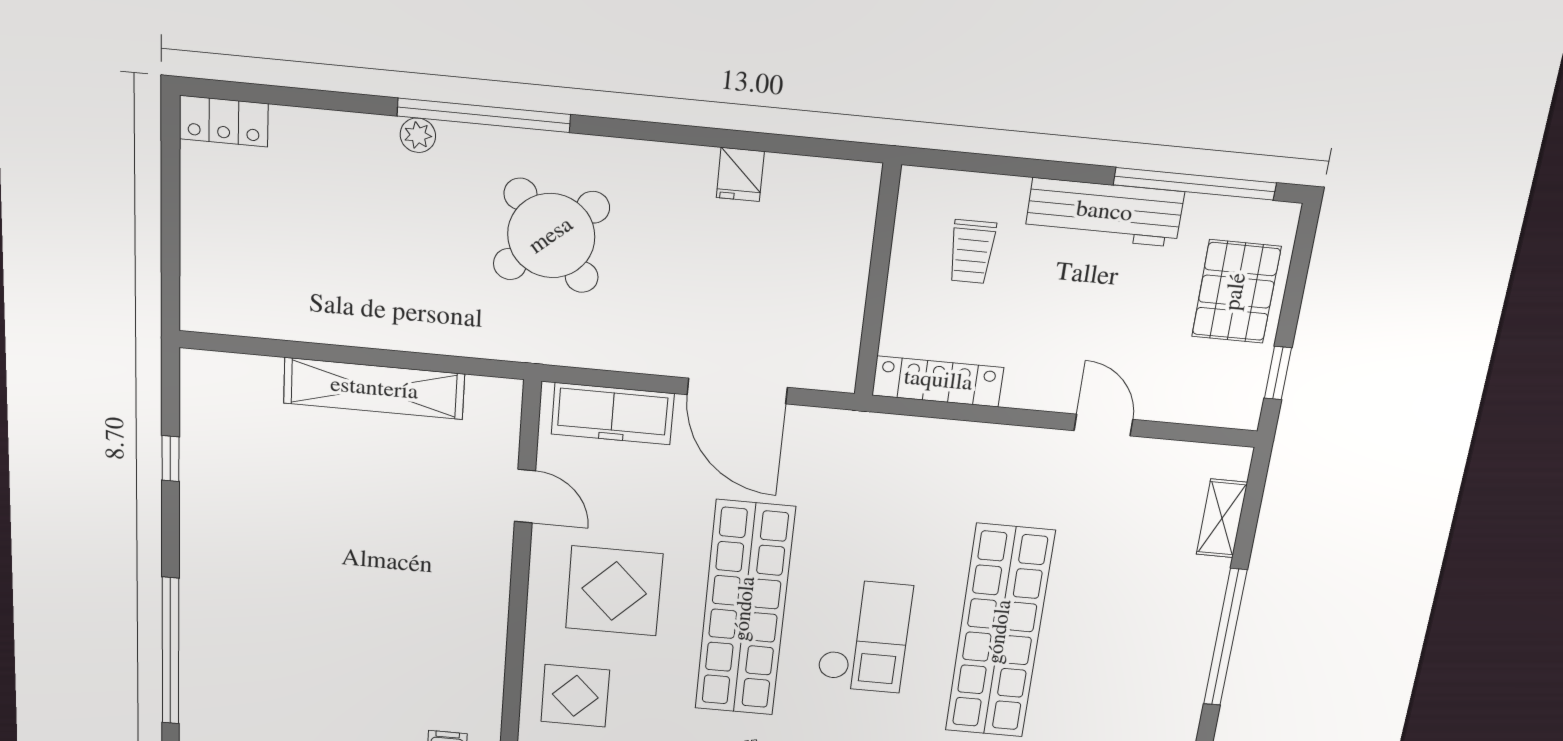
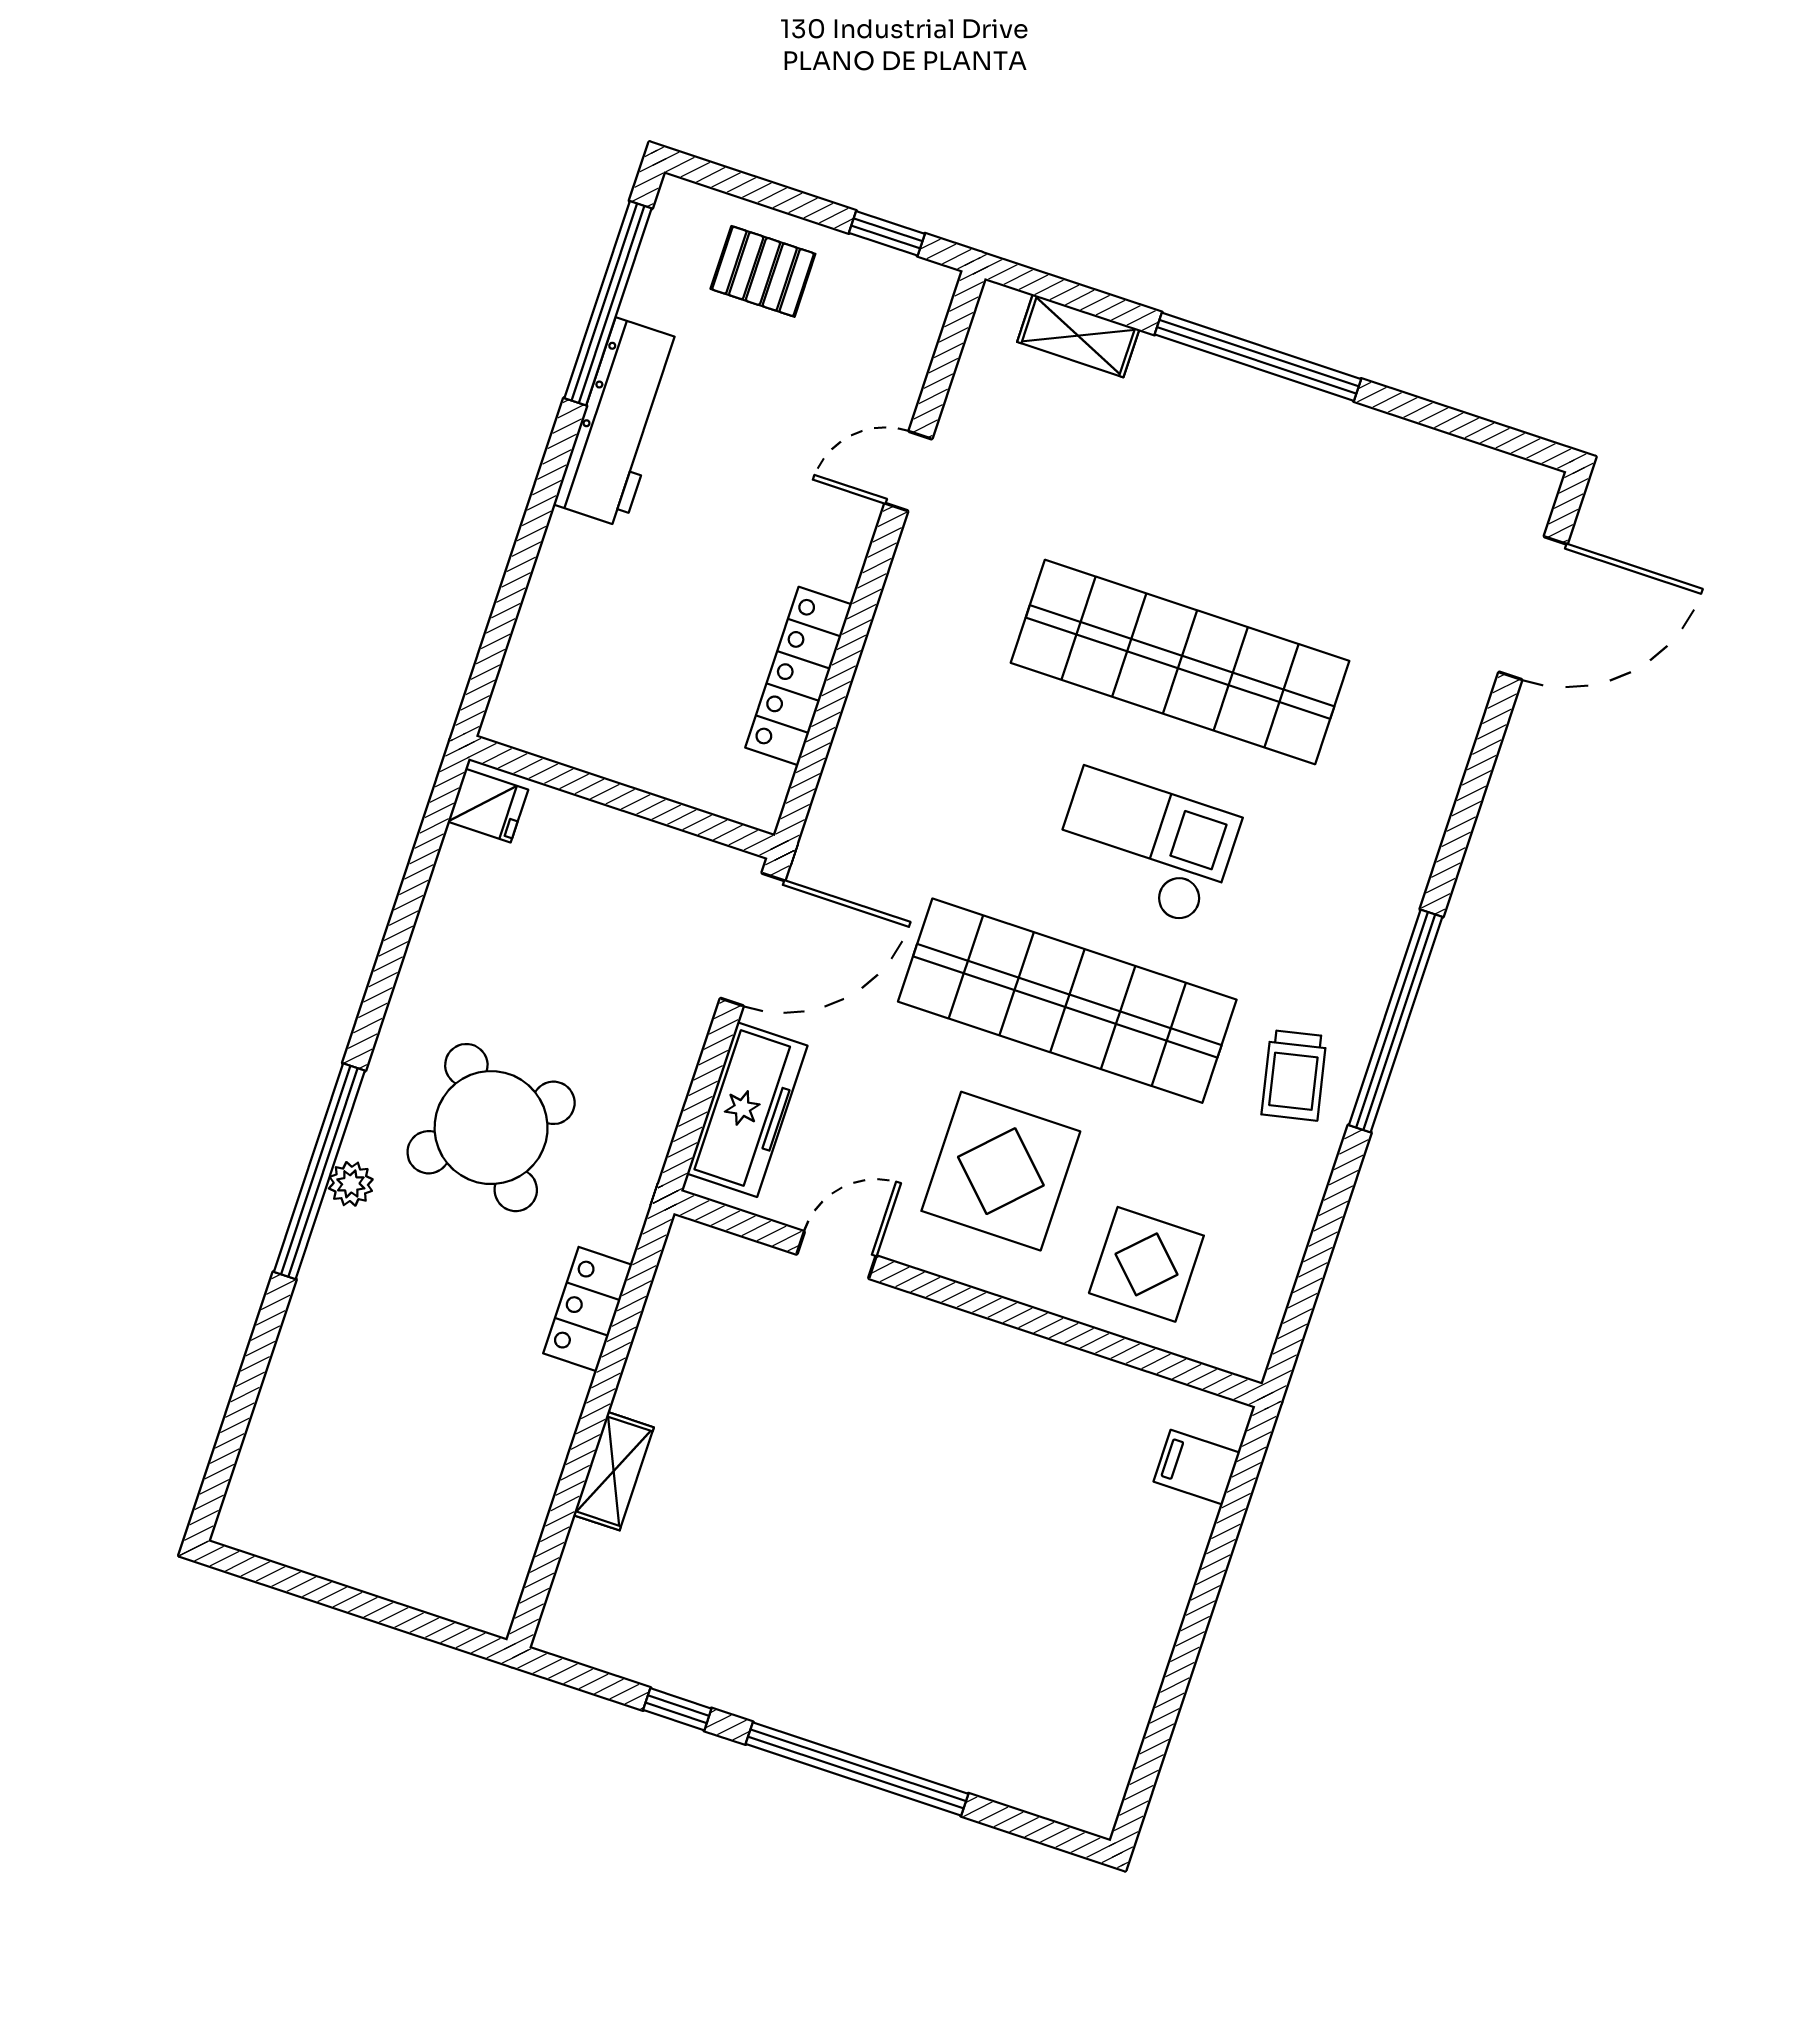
locker: (224, 121) -> (588, 1309), moved, turned 180
plant: (418, 135) -> (351, 1184), moved
fridge: (740, 174) -> (488, 806), moved
trolley: (972, 252) -> (633, 599), removed
wall: (878, 281) -> (622, 797), moved
pallet: (1236, 292) -> (763, 271), width x0.67, depth x0.71
shelving: (374, 389) -> (614, 1471), width x0.45, depth x0.75
window: (170, 651) -> (857, 1769), moved

